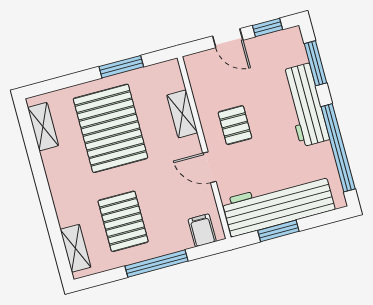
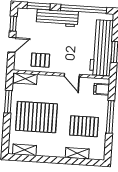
shelving: (182, 114) -> (25, 79), moved
pallet: (235, 125) -> (40, 60), moved
door: (209, 167) -> (72, 75), hinge flipped
shelving: (75, 248) -> (77, 153), moved

